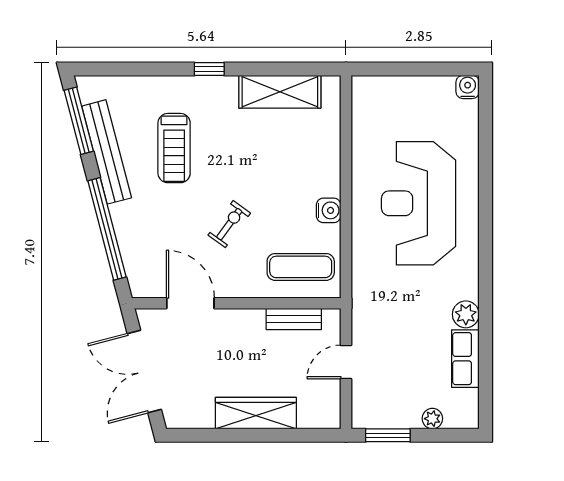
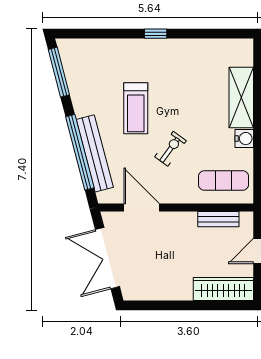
shelving: (280, 92) -> (241, 97), moved, turned 90
treadmill: (174, 148) -> (136, 108), moved
bench: (107, 152) -> (95, 153), moved
wardrobe: (256, 413) -> (223, 289), moved

